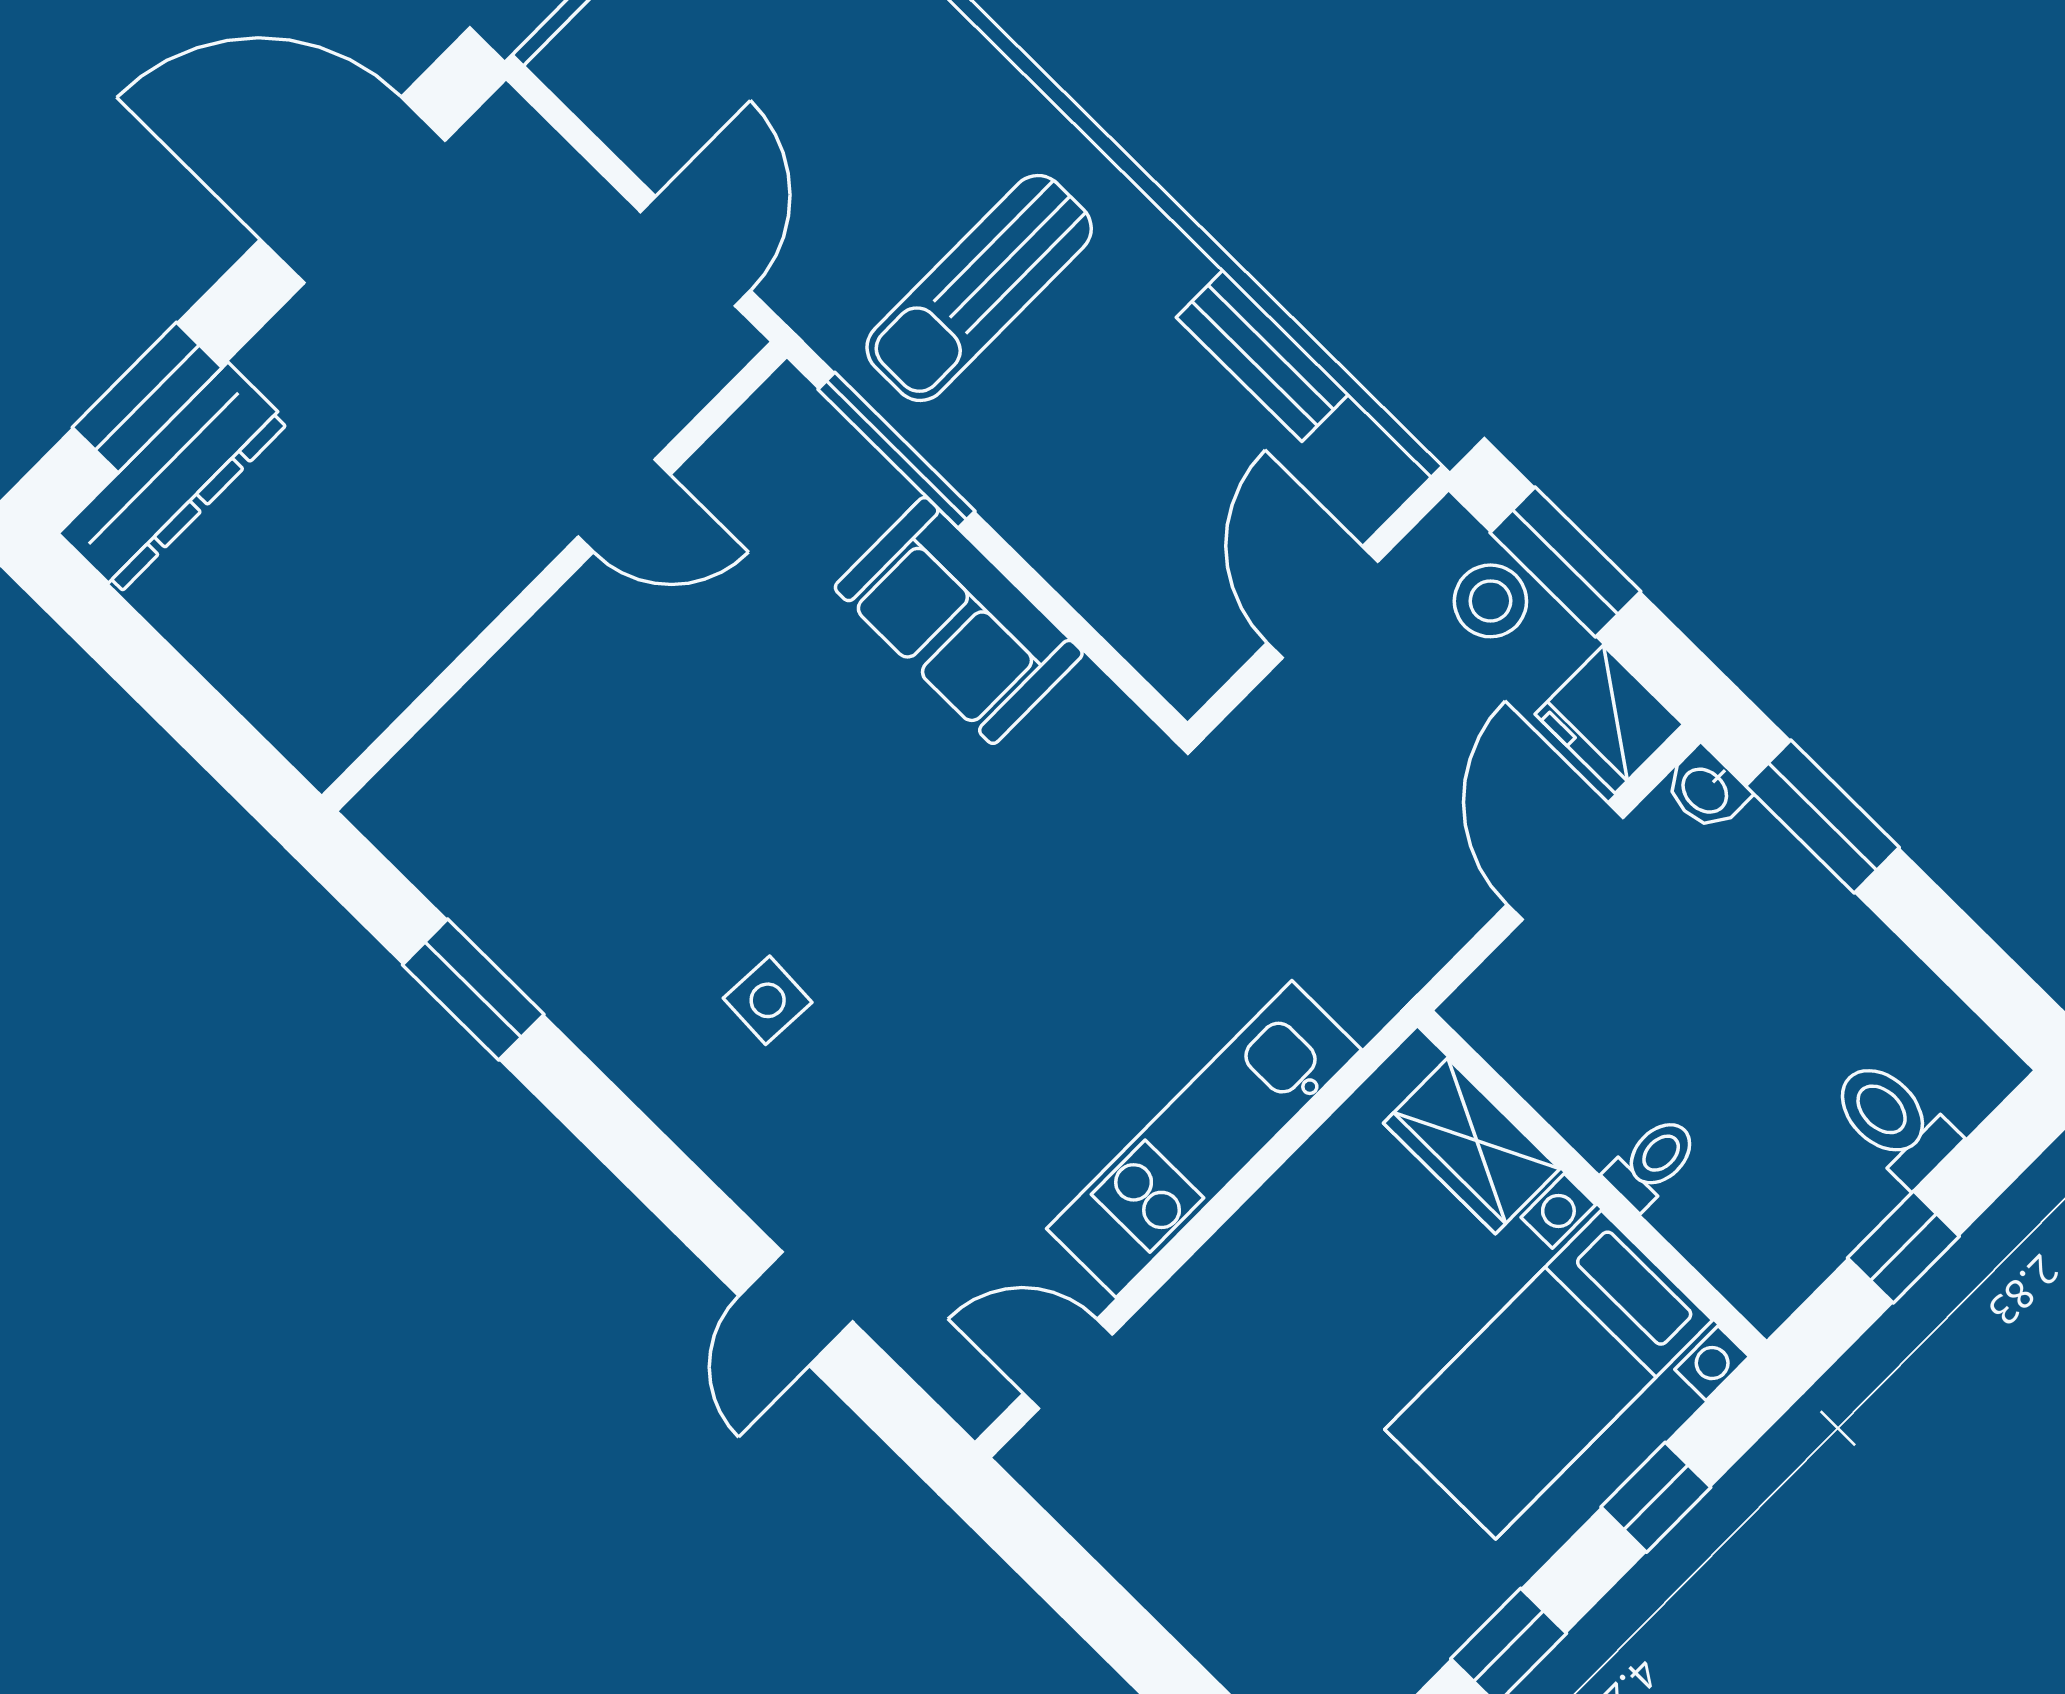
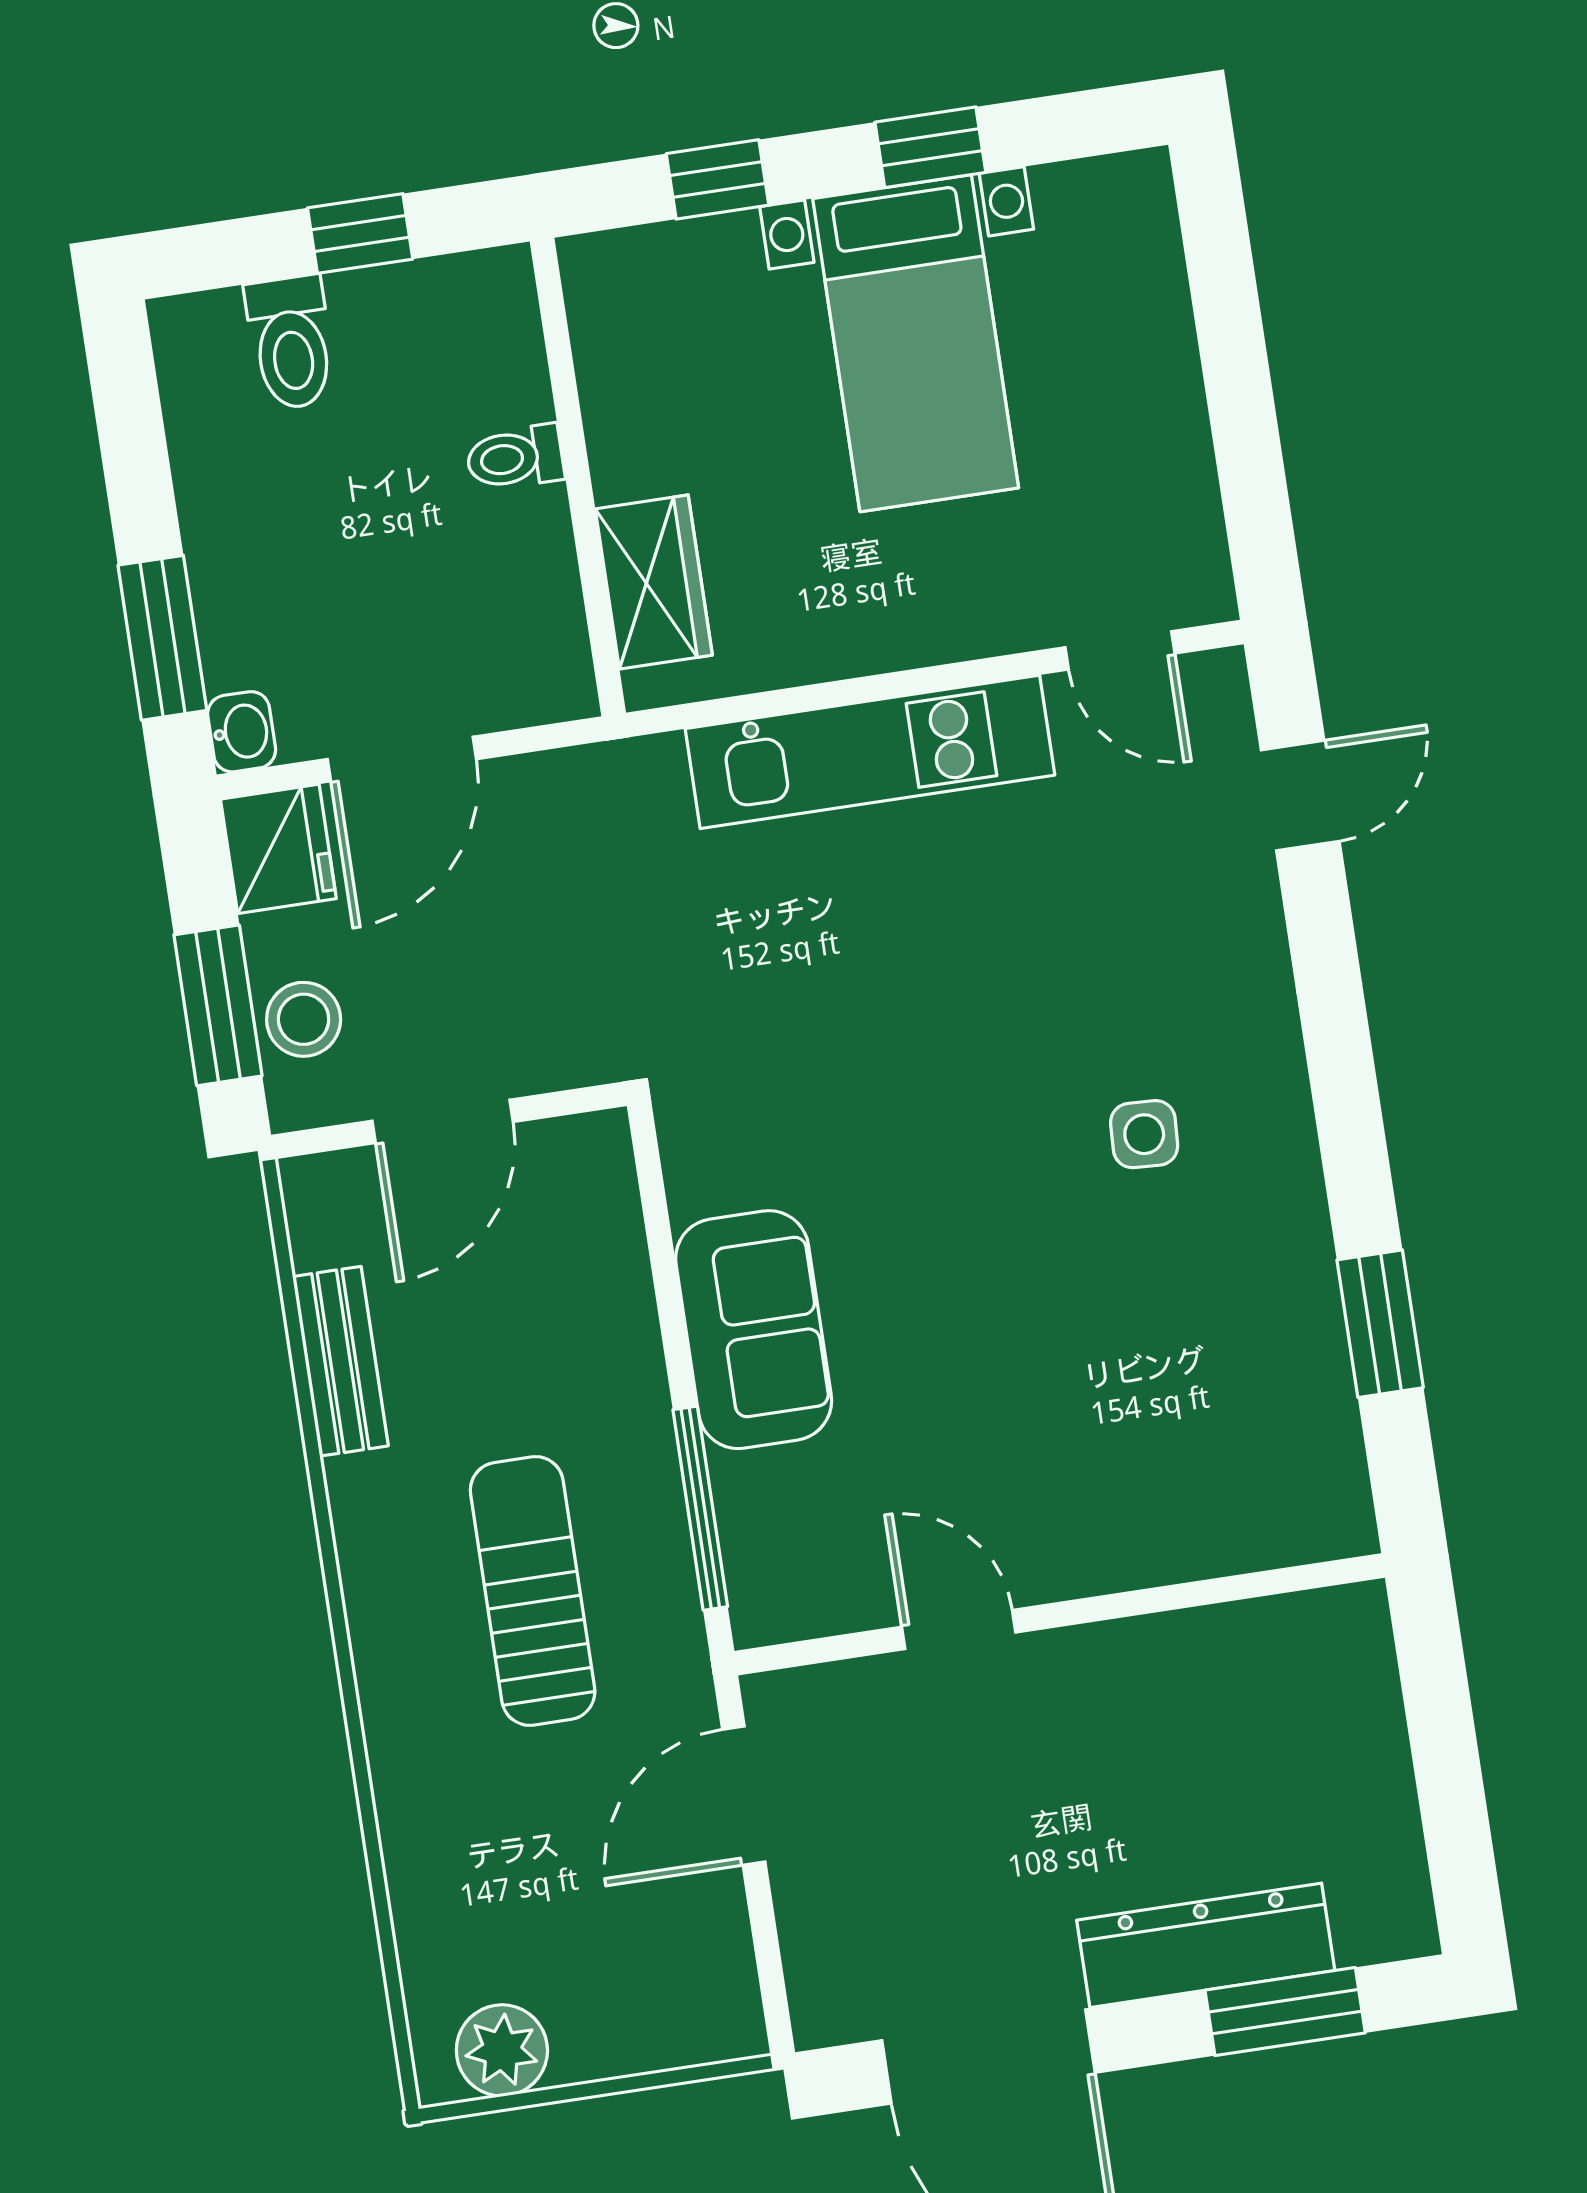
sun lounger: (979, 288) -> (533, 1591), turned -90
dresser: (174, 478) -> (1206, 1945), moved
door: (796, 1309) -> (1300, 796), moved
bed with nightstands: (1549, 1375) -> (916, 343), moved, turned 90

